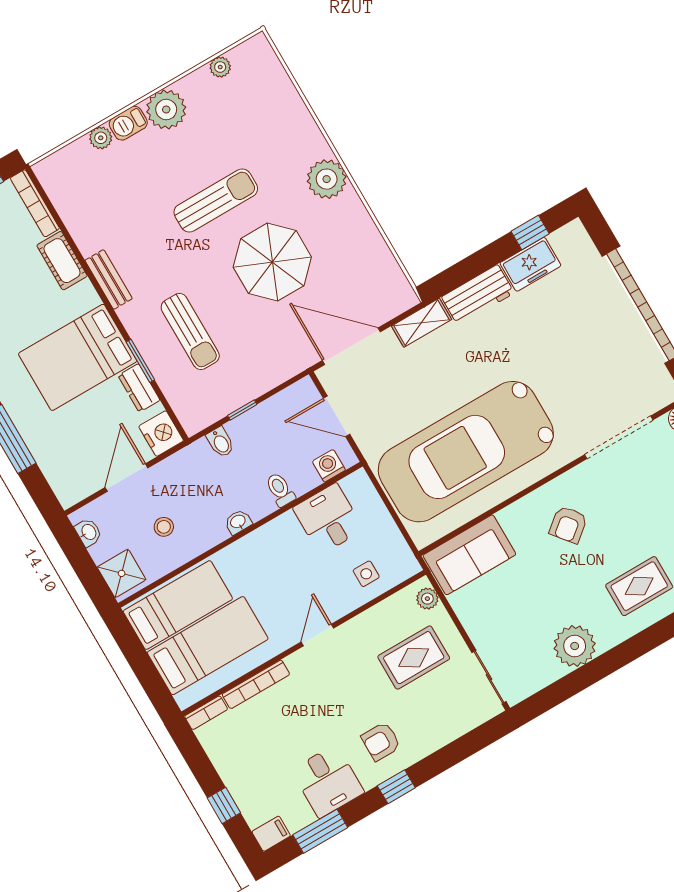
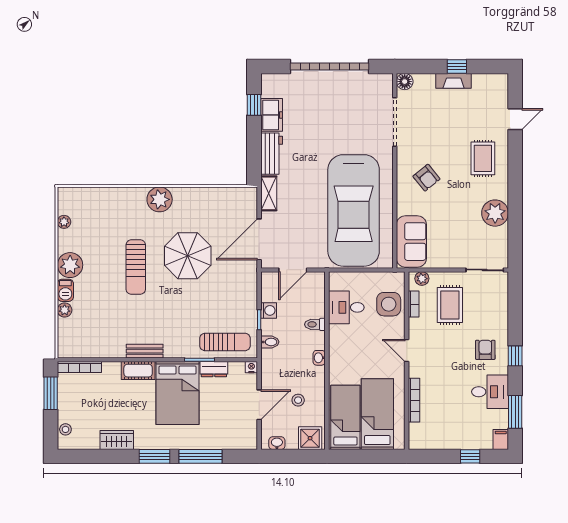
sun lounger: (216, 200) -> (136, 267), turned 180
cot: (62, 261) -> (138, 371), moved
sun lounger: (190, 331) -> (225, 342), moved
nightstand: (161, 434) -> (251, 367), width x0.53, depth x0.56
washing machine: (329, 466) -> (269, 310), moved, turned 180
door: (127, 478) -> (259, 405), swing flipped
side table: (366, 574) -> (389, 304), width x1.87, depth x1.87
bookcase: (206, 713) -> (414, 304), moved
armchair: (381, 741) -> (485, 350), turned 180

